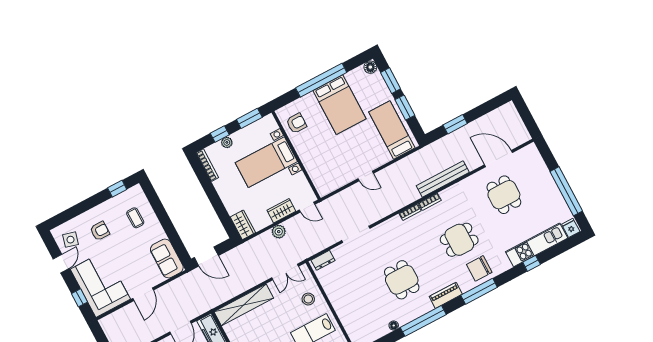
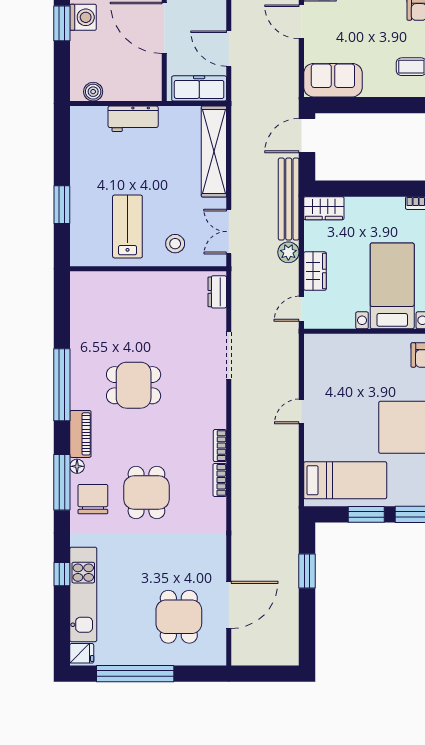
bench: (443, 179) -> (289, 199), moved
dining table: (504, 195) -> (179, 617), moved, turned 90
floor lamp: (394, 326) -> (77, 466), moved

